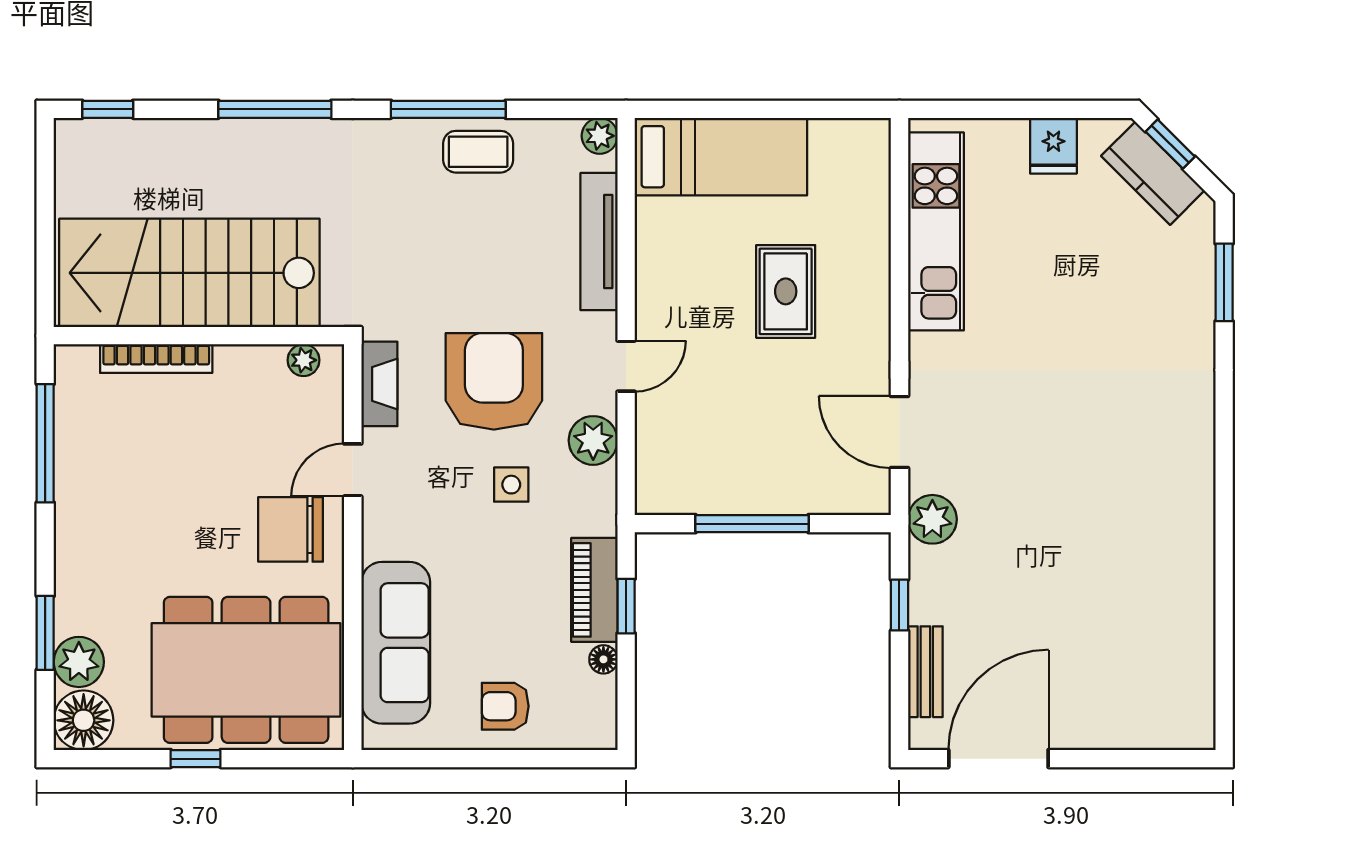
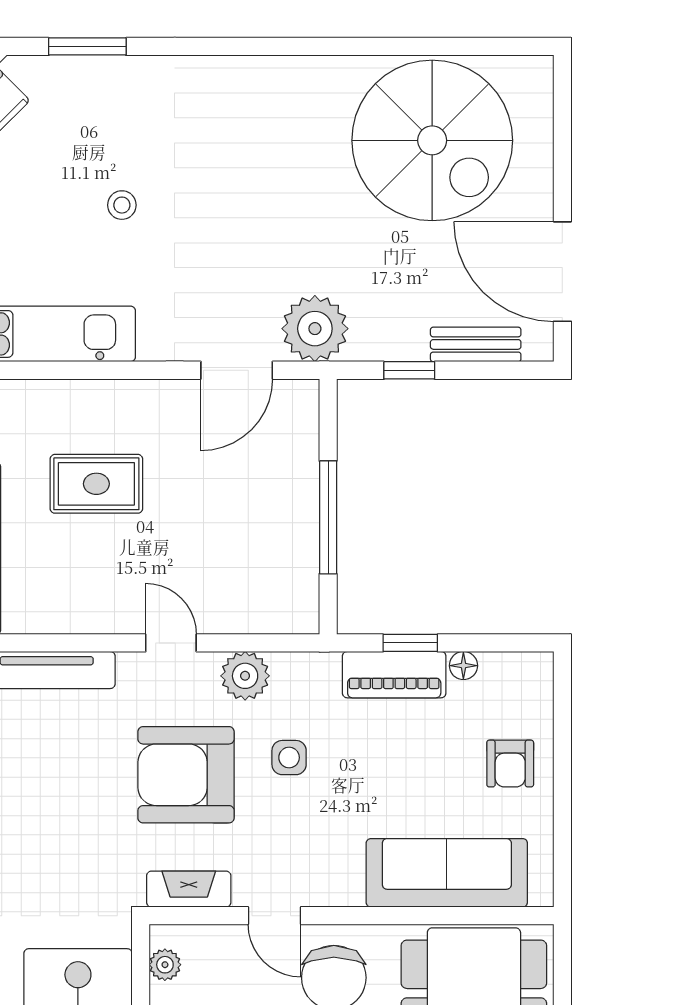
stool: (1065, 317) -> (122, 205), added
plant: (932, 519) -> (315, 329), width x1.36, depth x1.36
spiral stairs: (1130, 628) -> (432, 140), added

